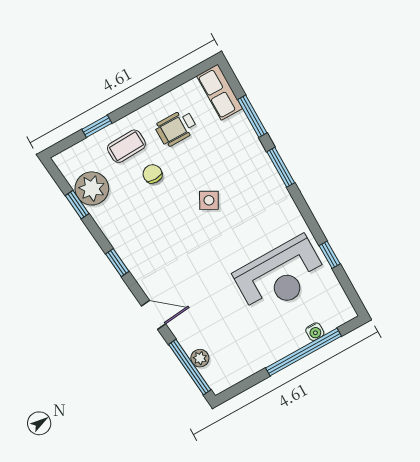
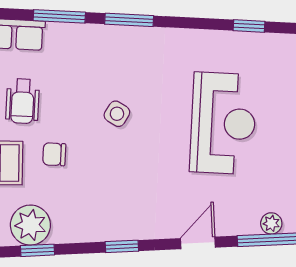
reception desk: (280, 276) -> (223, 123), moved

